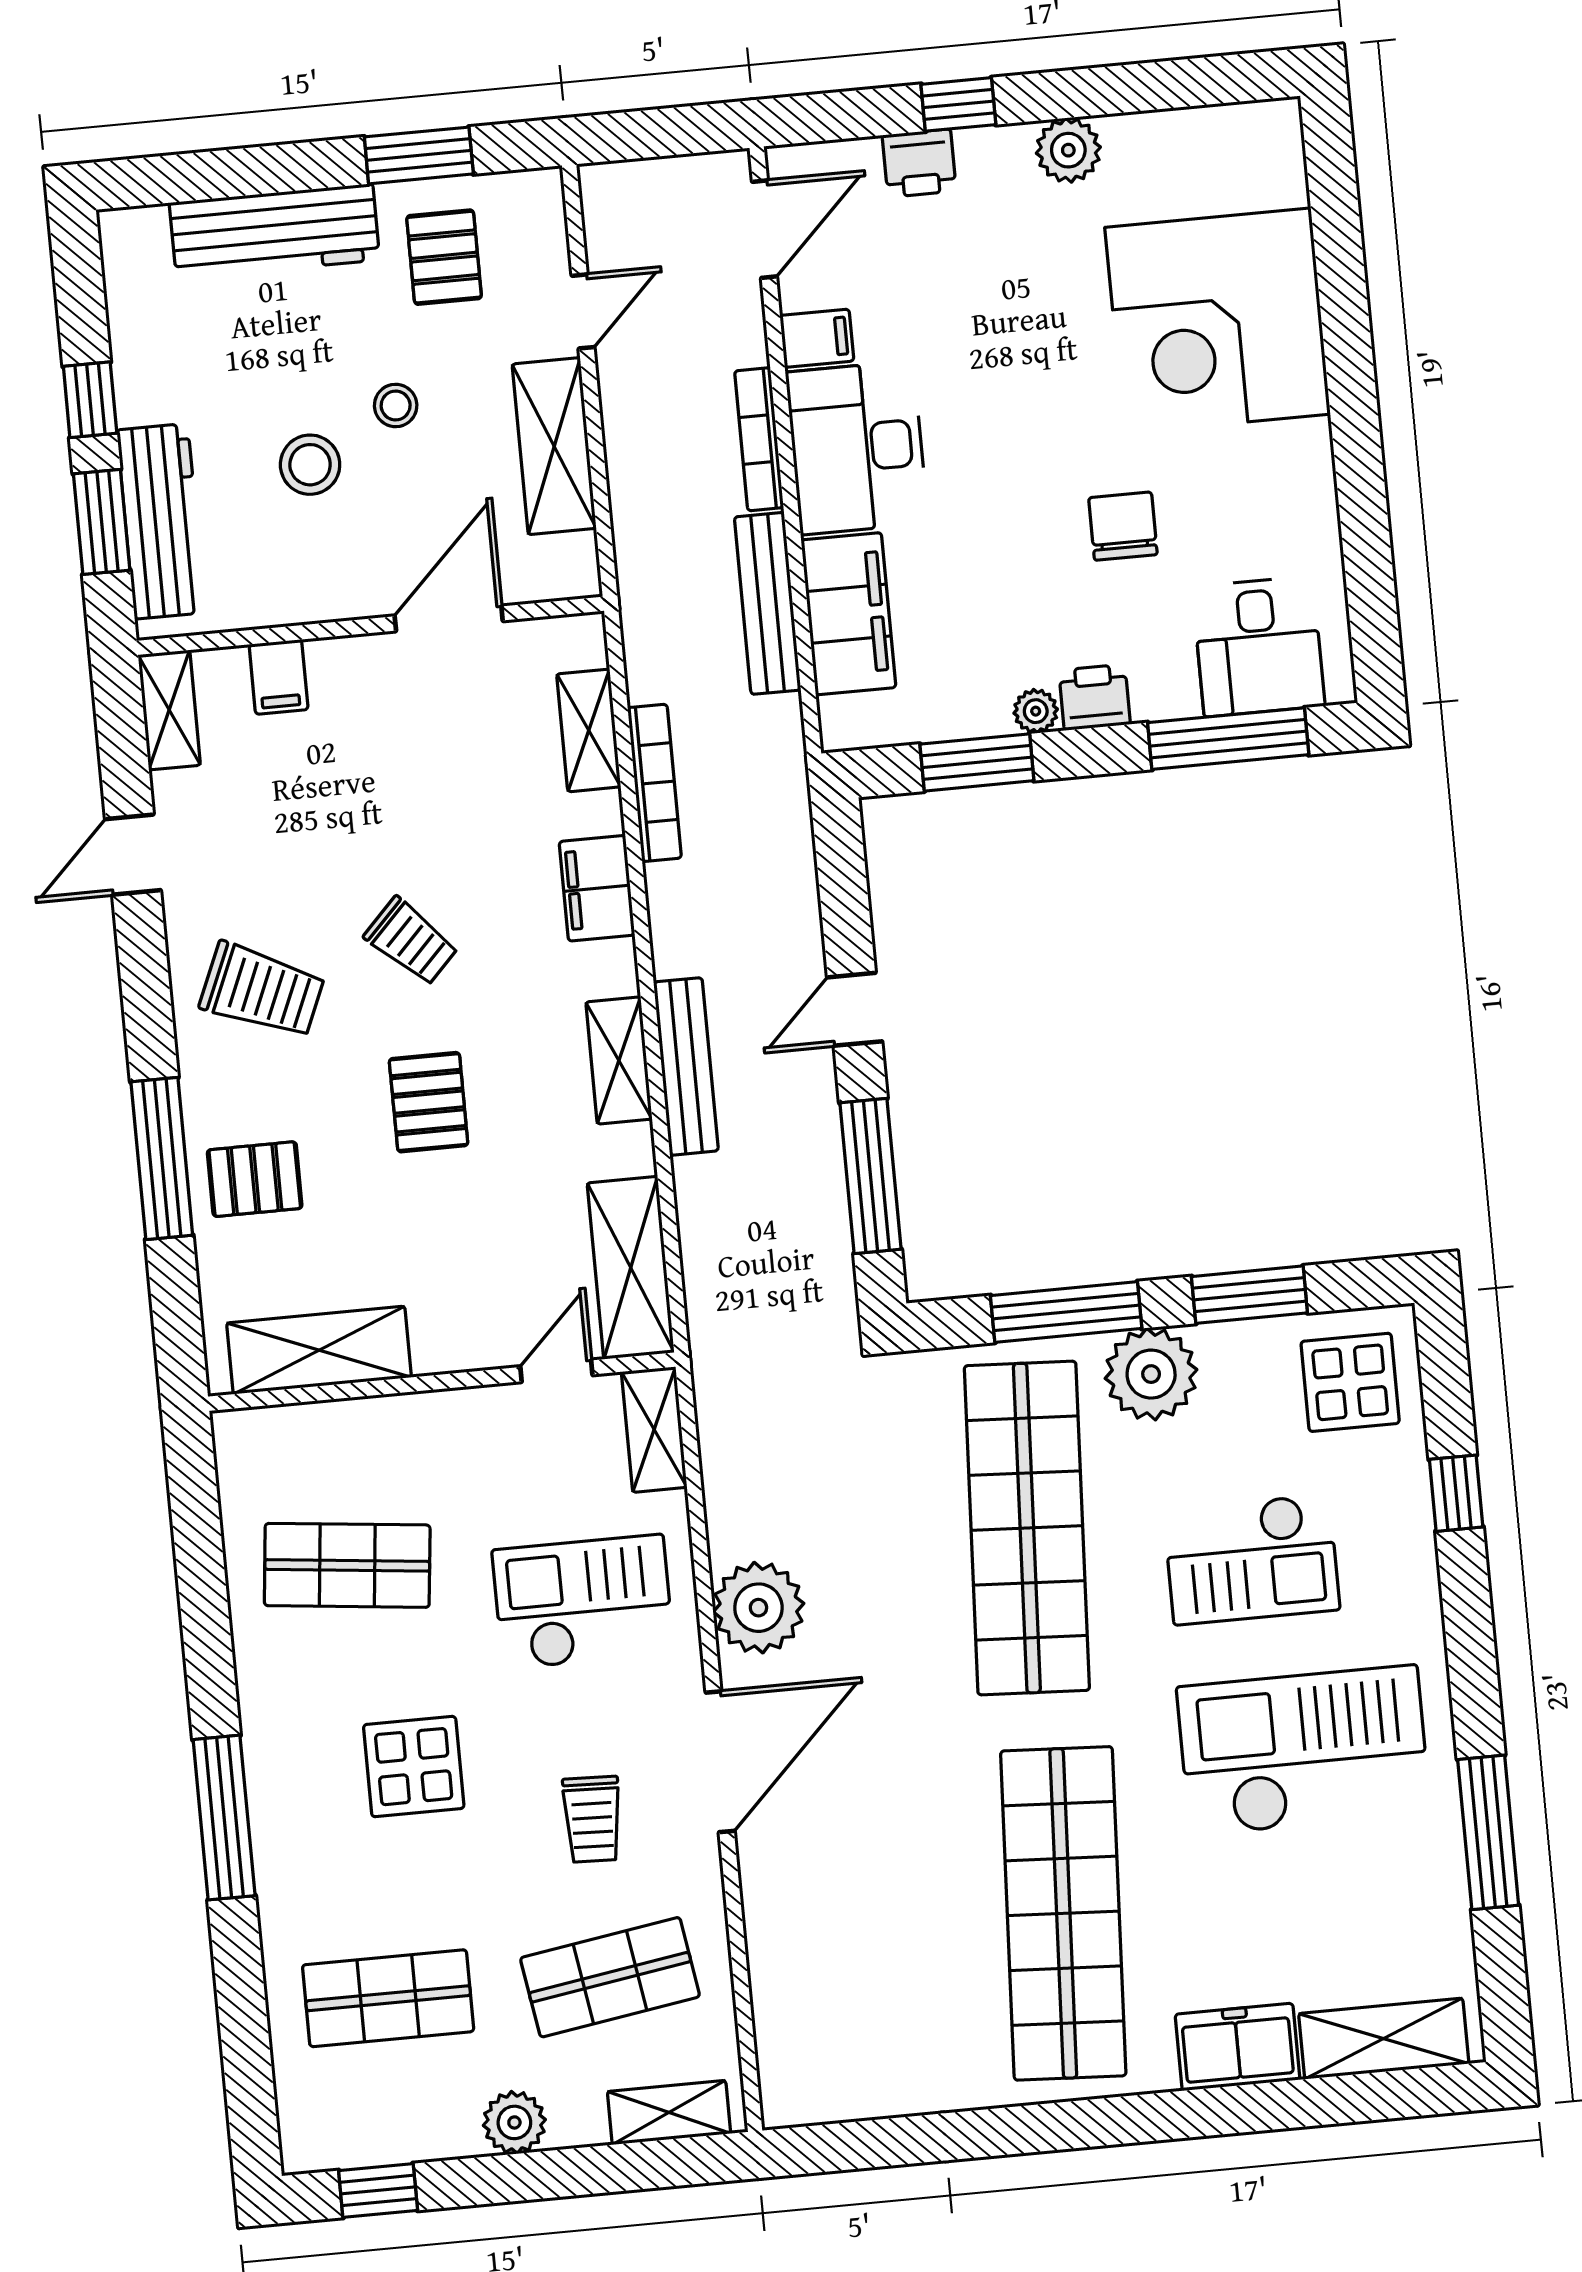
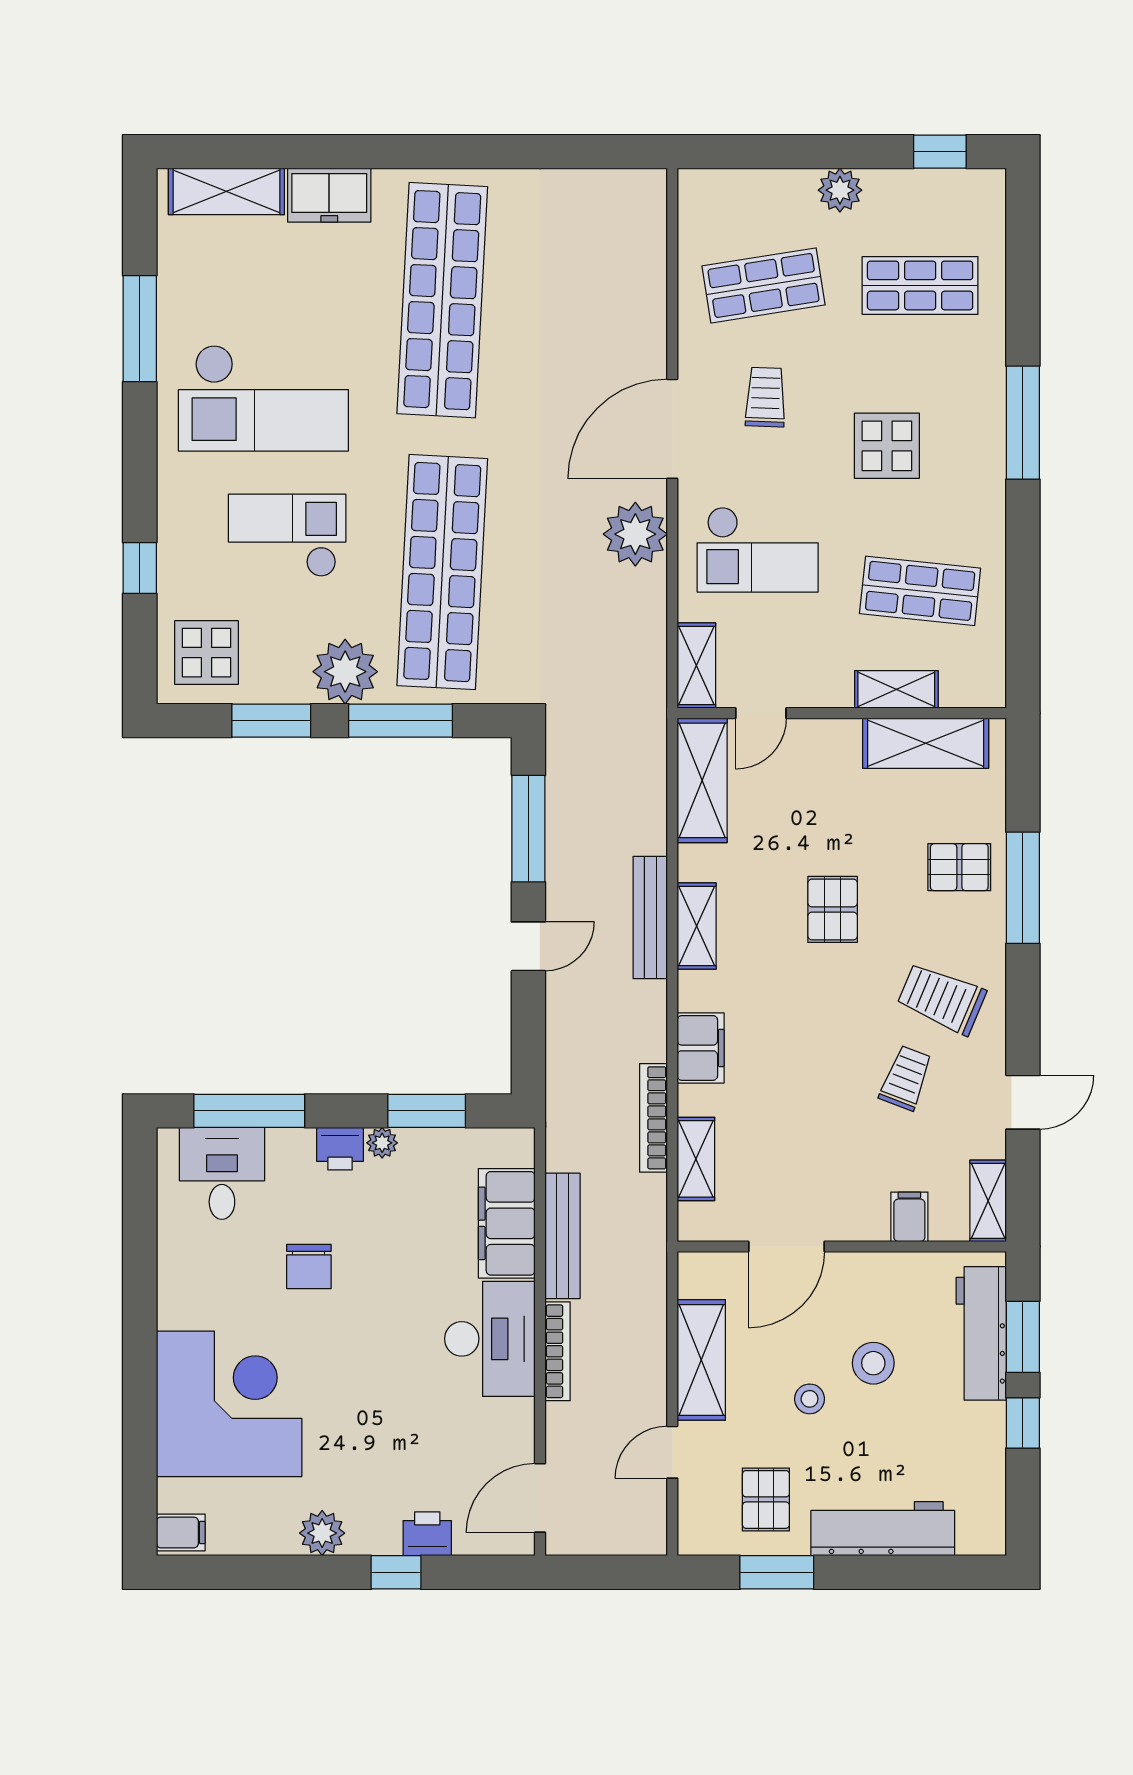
filing cabinet: (817, 338) -> (181, 1532), moved, turned 180
trolley: (411, 941) -> (906, 1078), moved, turned 67
shelving: (669, 2112) -> (896, 689), moved

